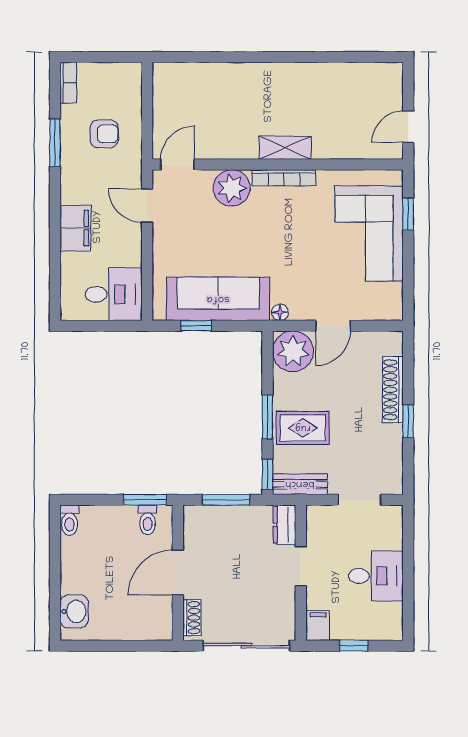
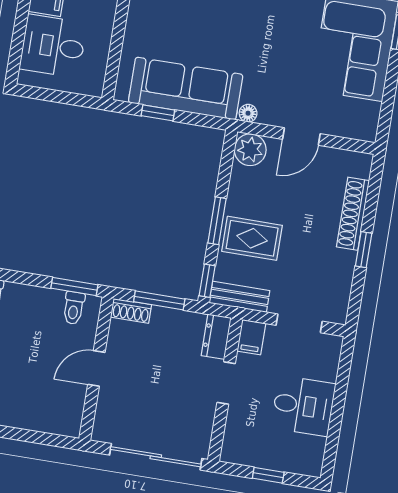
desk: (114, 294) -> (53, 46), moved, turned 180
plant: (293, 351) -> (250, 150), width x0.73, depth x0.73
door: (178, 573) -> (96, 368), width x0.73
shoe rack: (192, 618) -> (131, 311), moved, turned 90
filing cabinet: (318, 625) -> (251, 337), moved, turned 180

